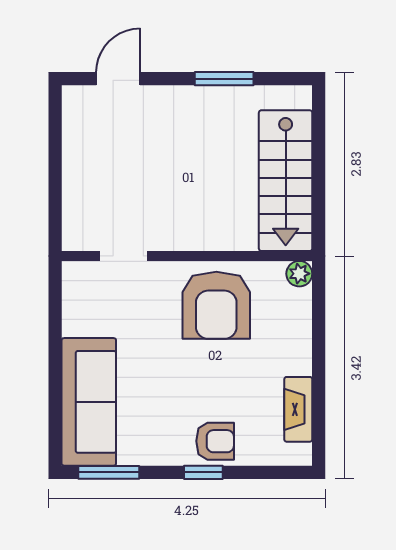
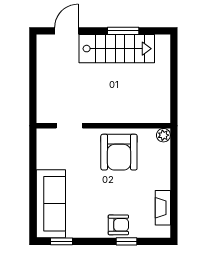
stairs: (286, 181) -> (117, 49), moved, turned -90
window: (109, 472) -> (61, 241), width x0.67
window: (203, 472) -> (126, 241), moved

